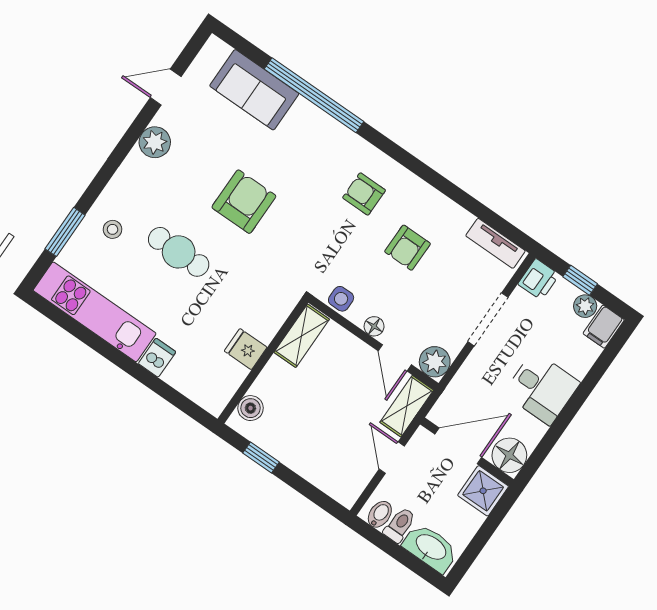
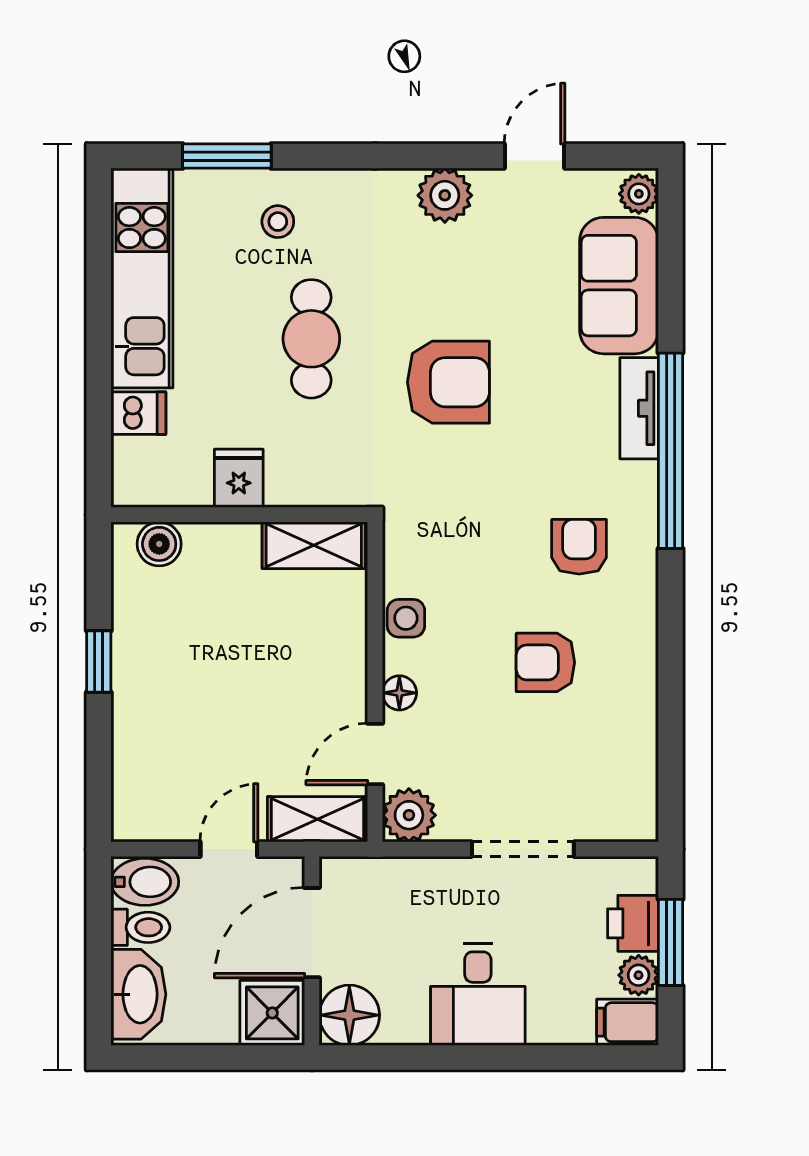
plant: (218, 50) -> (639, 194), added
door: (166, 87) -> (535, 156), hinge flipped
window: (314, 95) -> (671, 451), moved
tv unit: (495, 243) -> (639, 408), moved
printer: (539, 279) -> (633, 923), moved, turned 90
window: (580, 280) -> (671, 942), width x1.50
shelving: (302, 336) -> (314, 545), moved
fridge: (246, 349) -> (239, 478), moved
wall: (263, 361) -> (239, 515), moved
boiler: (251, 408) -> (159, 544), moved
door: (458, 446) -> (312, 933), swing flipped
bidet: (380, 514) -> (145, 882), width x1.38, depth x1.36

